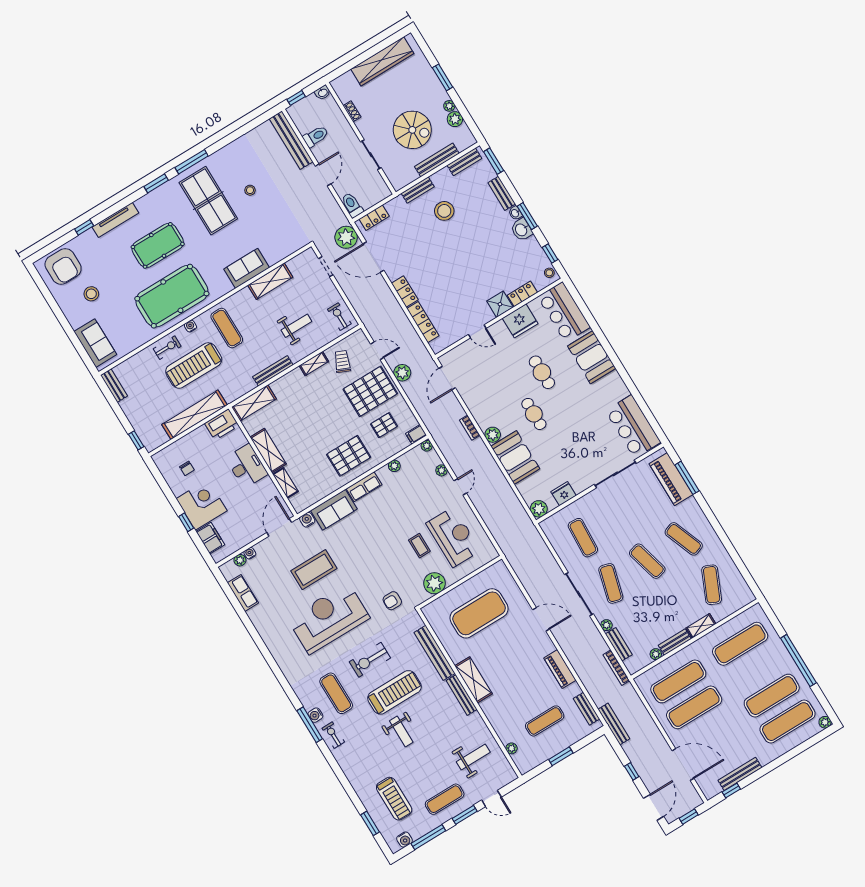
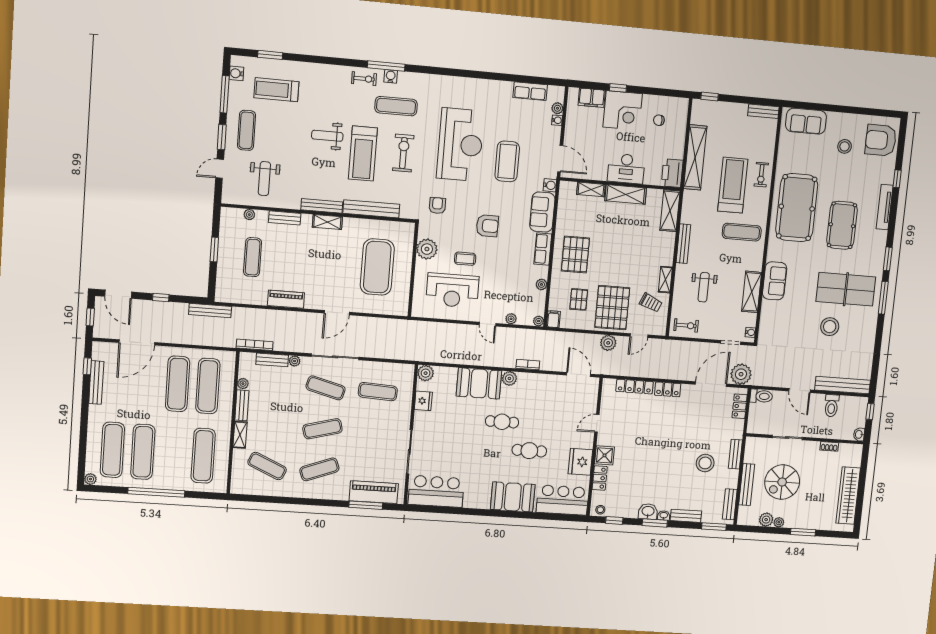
stool: (250, 190) -> (830, 327), width x1.89, depth x1.89
water cooler: (190, 326) -> (750, 332), moved
armchair: (379, 547) -> (487, 226), added
shelving: (473, 680) -> (327, 222), width x0.67, depth x0.75
bench: (586, 709) -> (285, 218), moved

